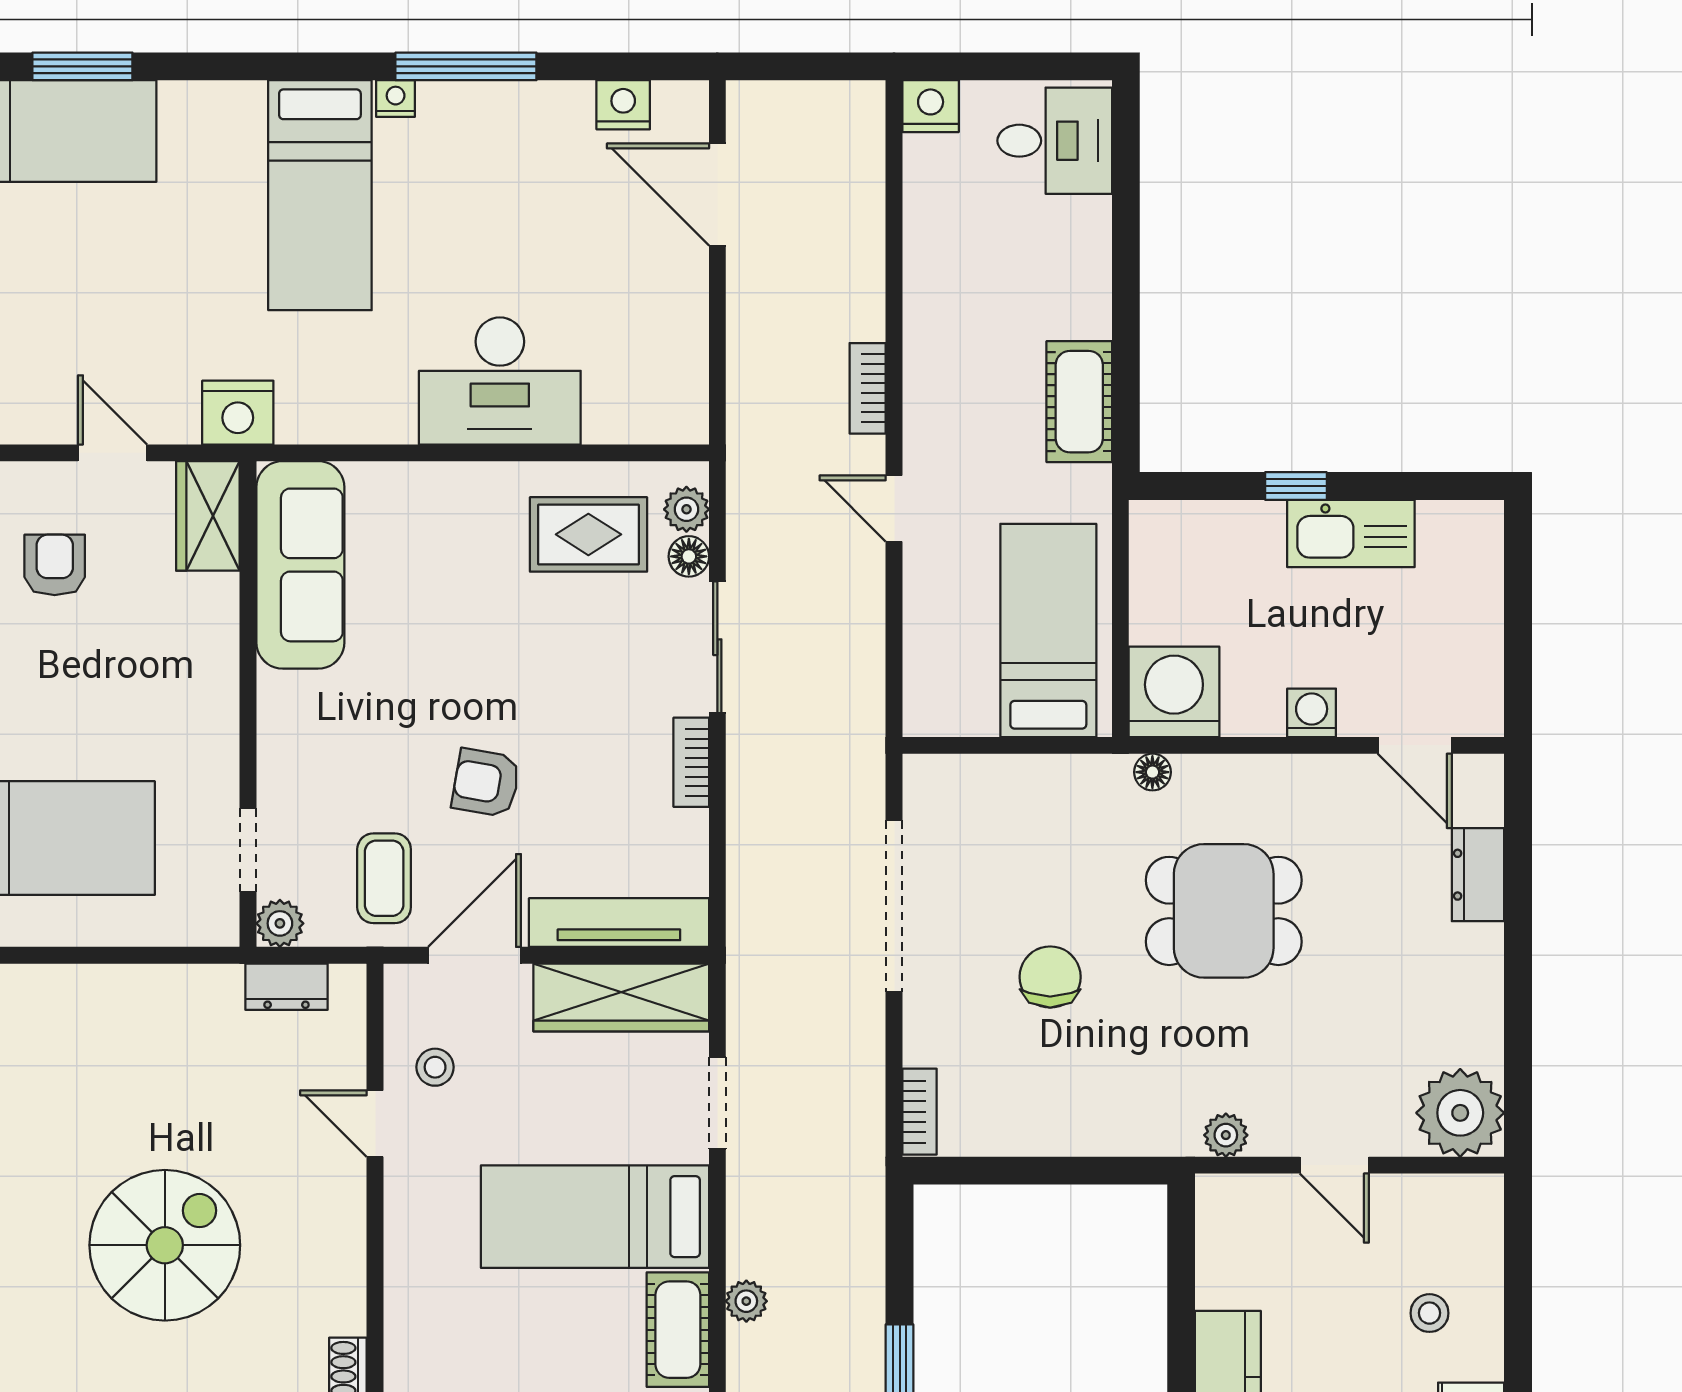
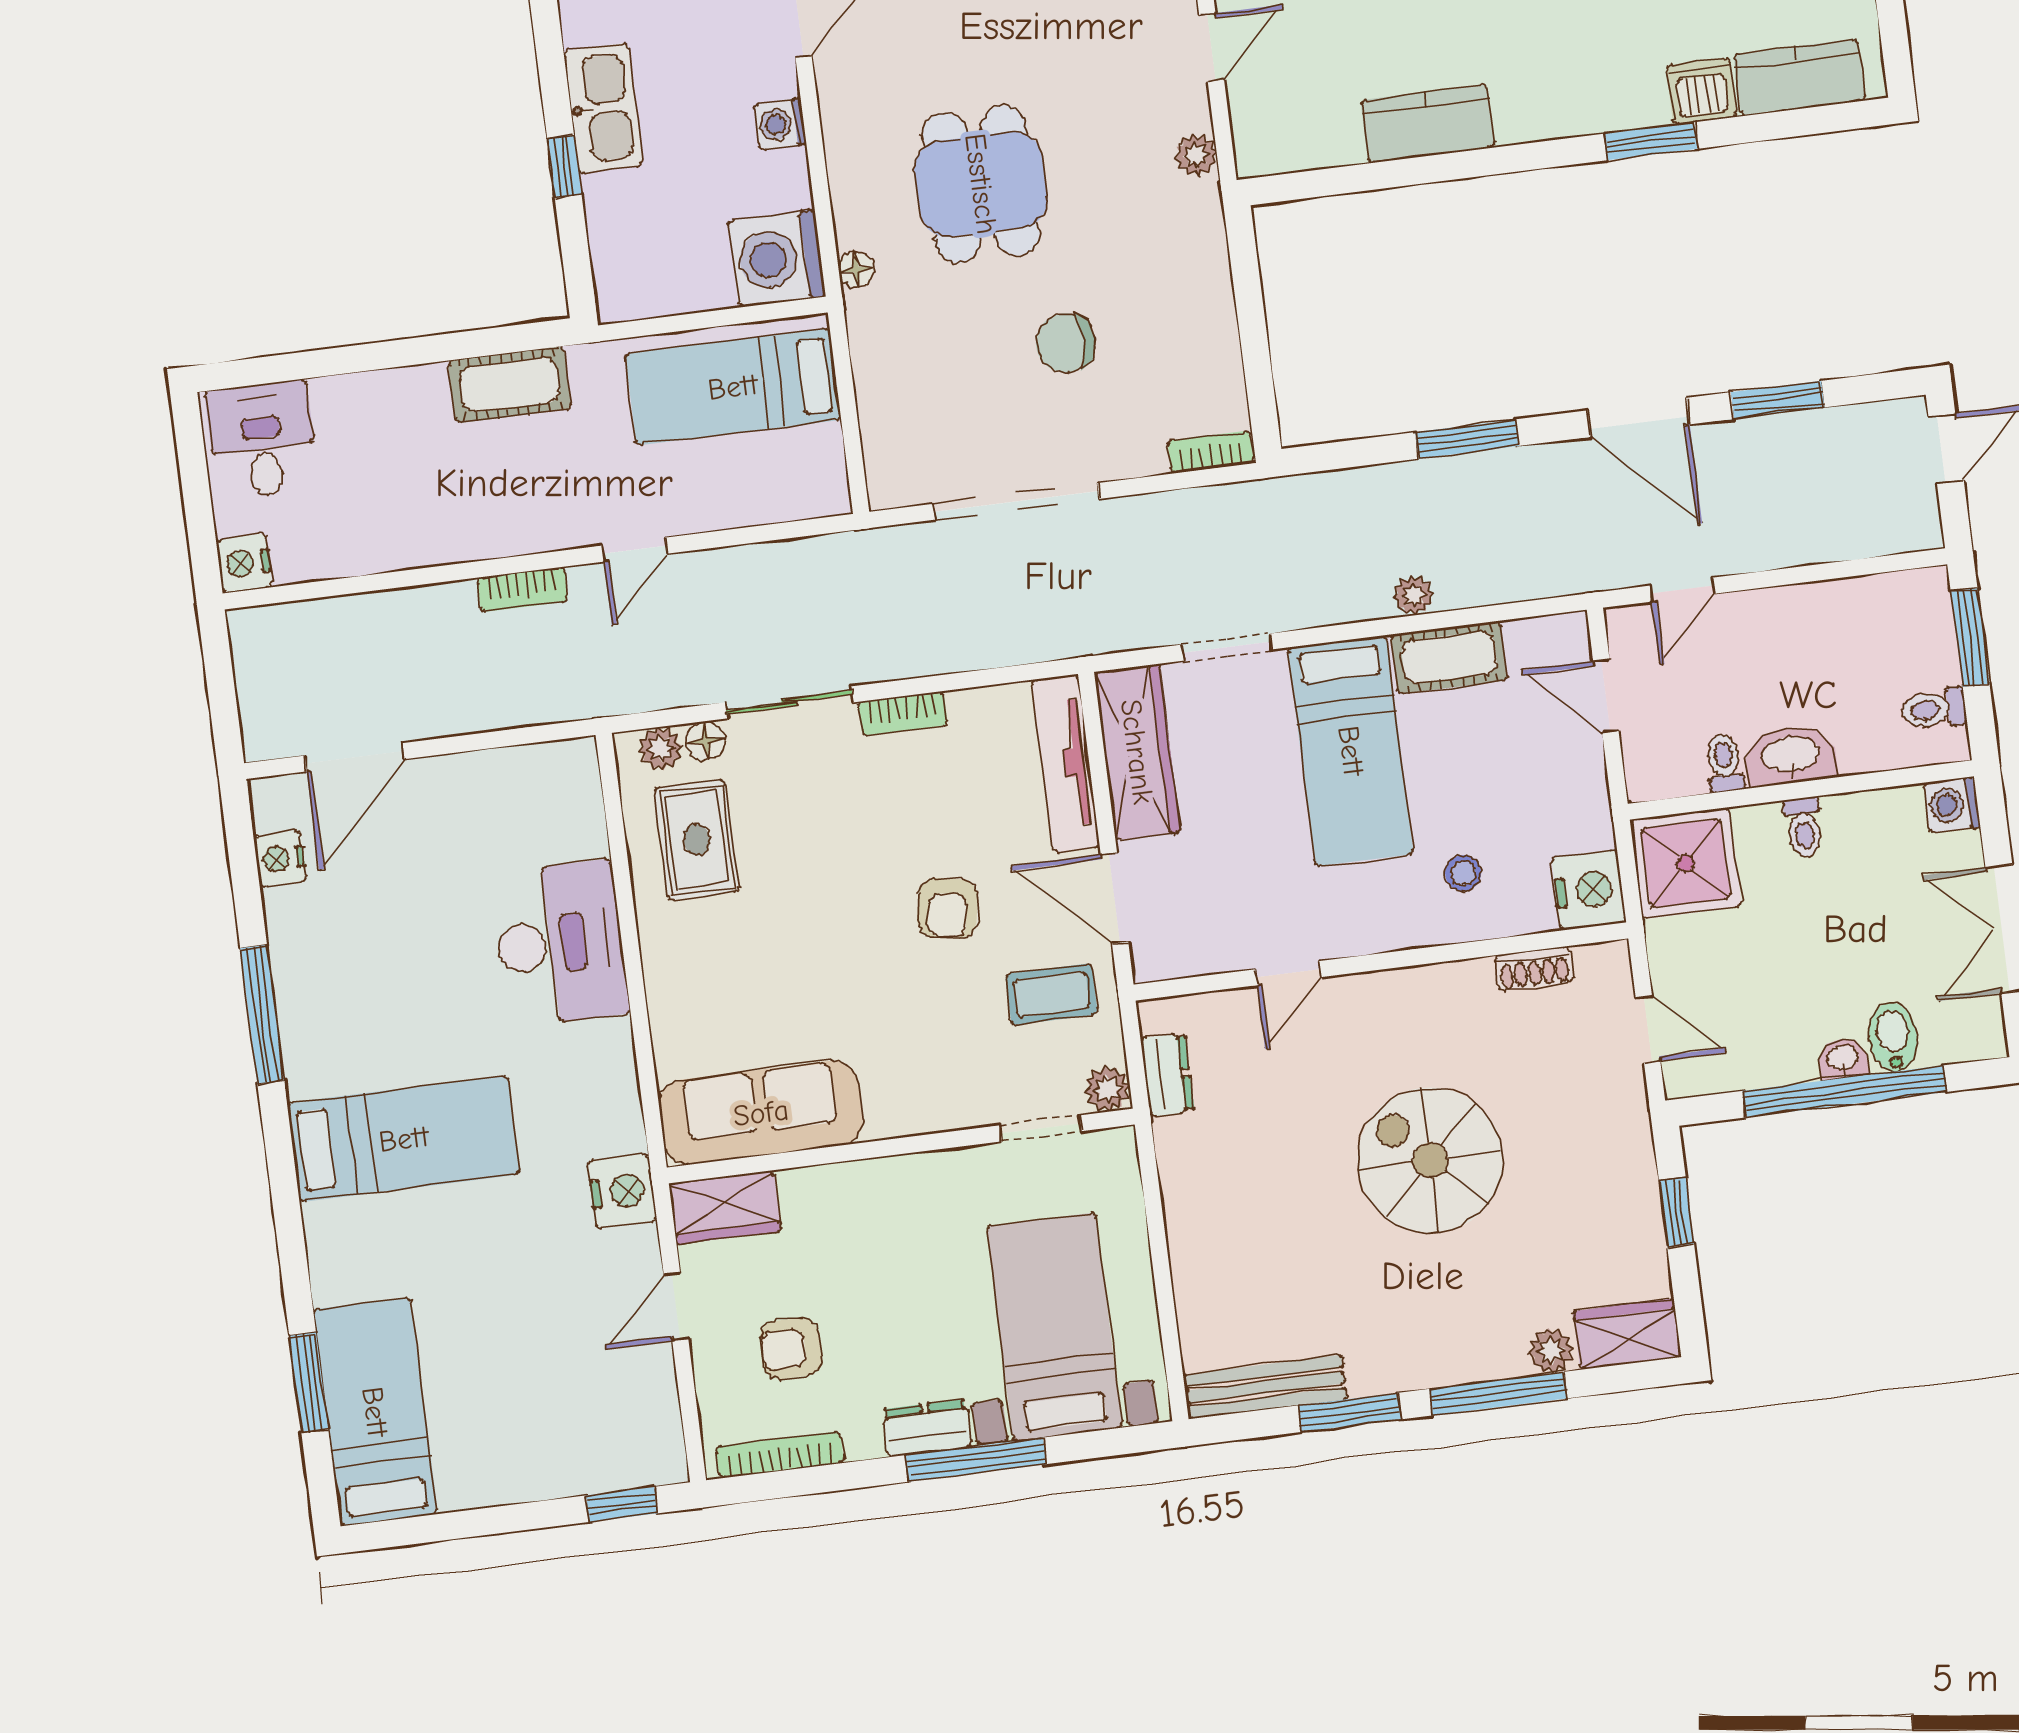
nightstand: (396, 98) -> (302, 1078), removed
stool: (435, 1067) -> (1463, 873), moved

